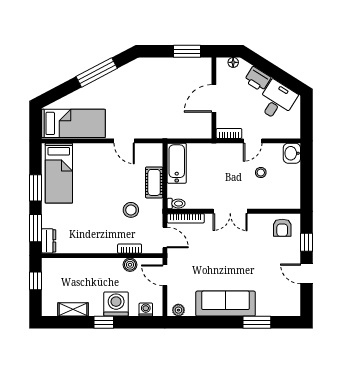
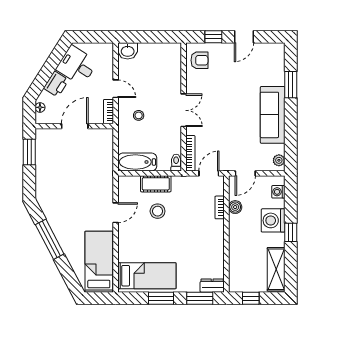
door: (214, 98) -> (75, 126), swing flipped
stool: (261, 173) -> (139, 115), moved
stool: (131, 210) -> (158, 211), moved
shelving: (73, 309) -> (276, 269), width x1.50, depth x1.33

